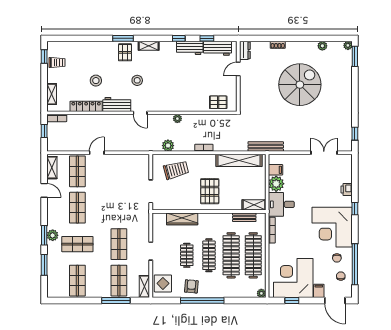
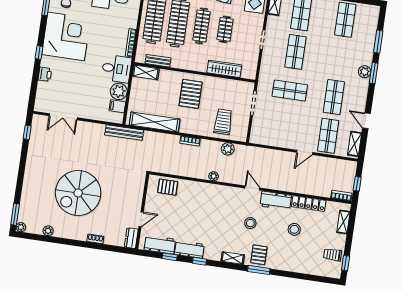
trolley: (176, 170) -> (223, 122), turned 105
shop shelf: (77, 244) -> (290, 91), moved

